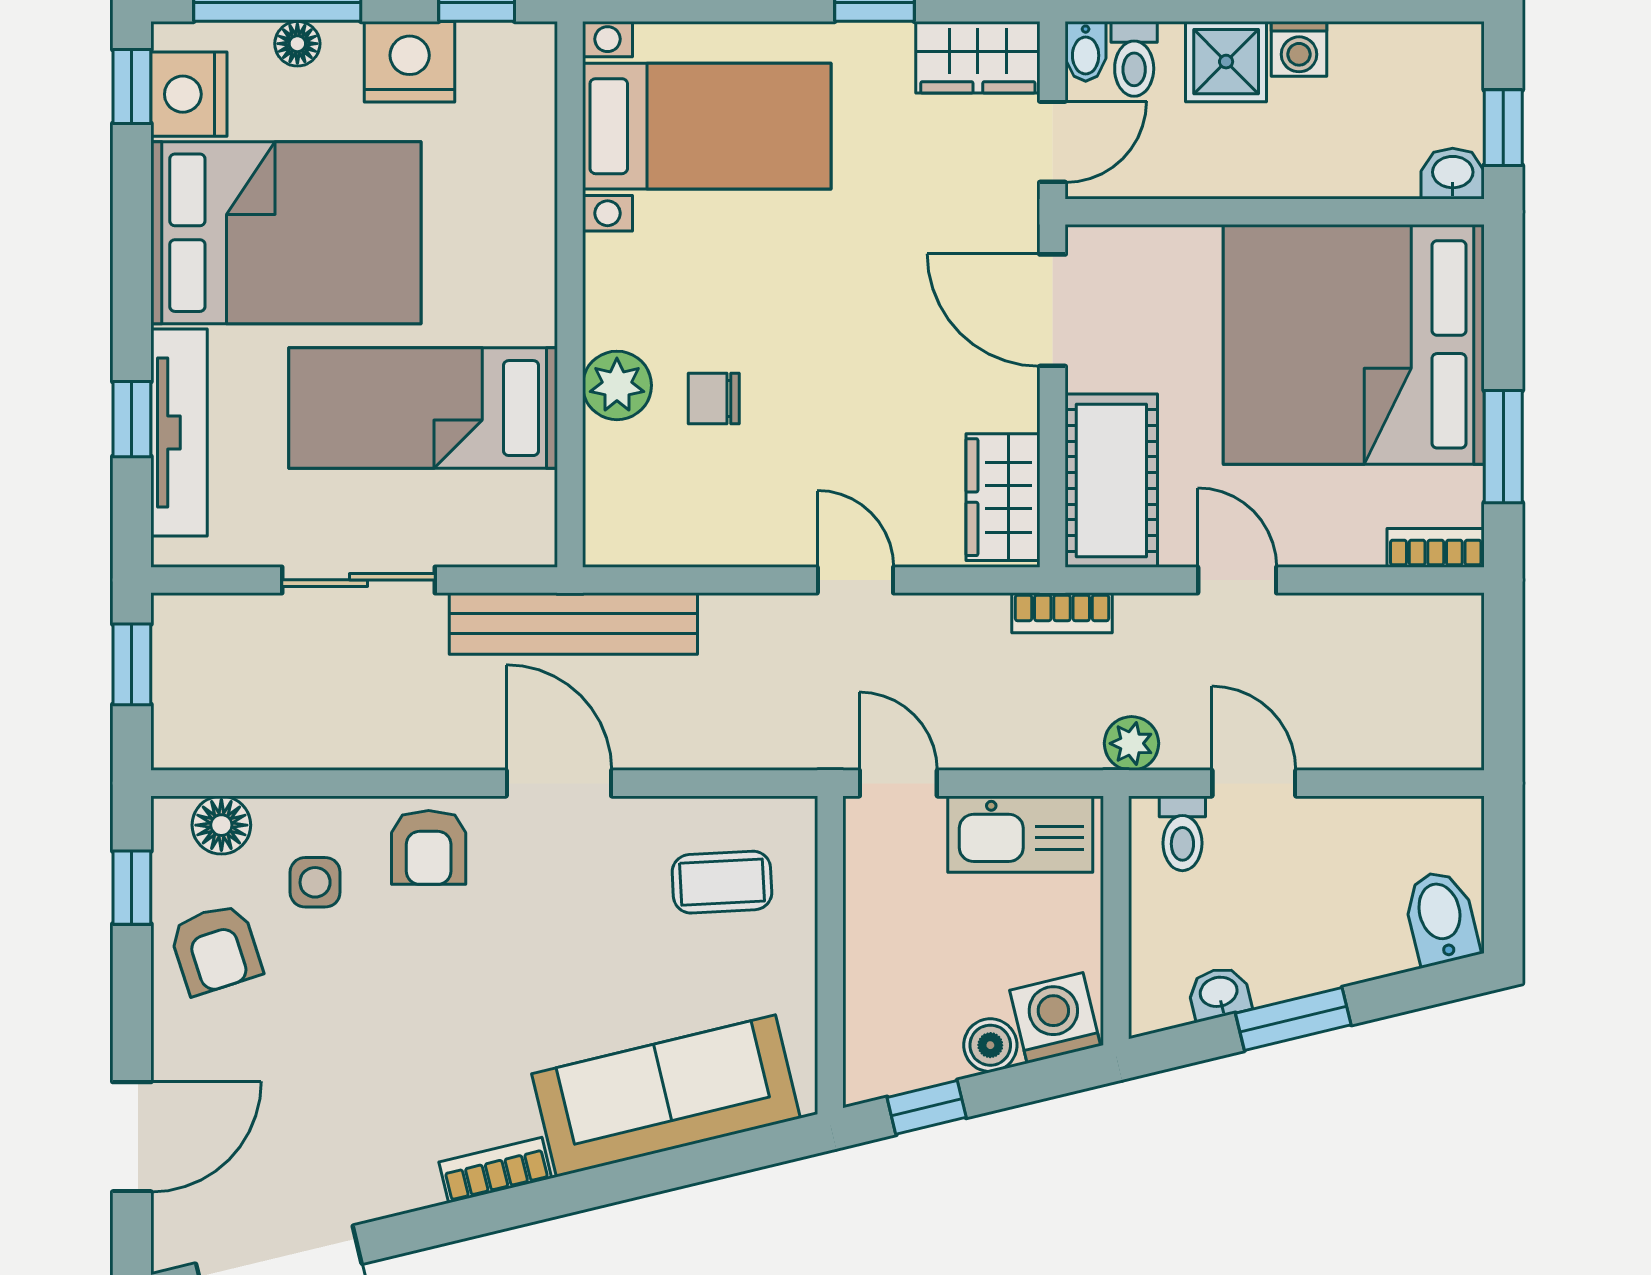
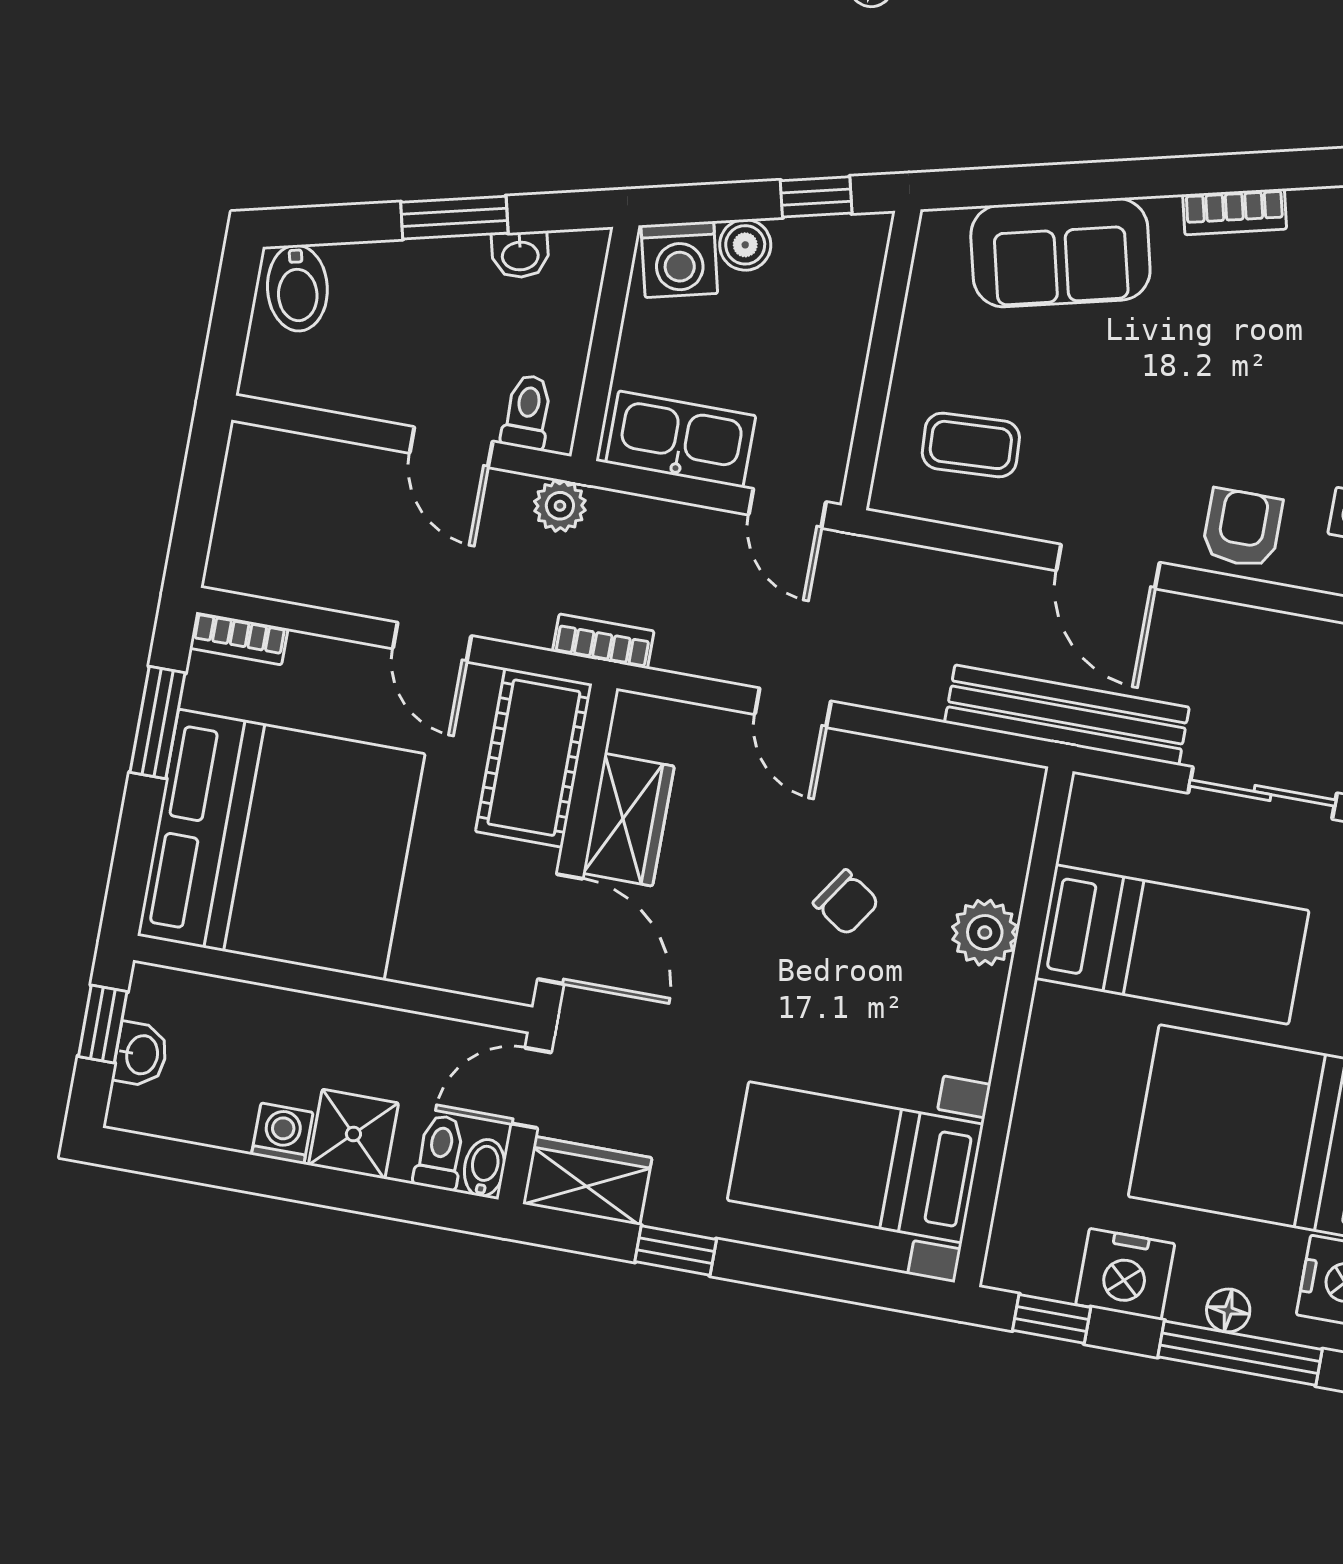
washbasin: (1453, 174) -> (141, 1054), moved, turned -90
chair: (714, 398) -> (846, 903), moved, turned 34
wardrobe: (1003, 497) -> (628, 820), moved
sofa: (666, 1096) -> (1060, 253), width x0.73

